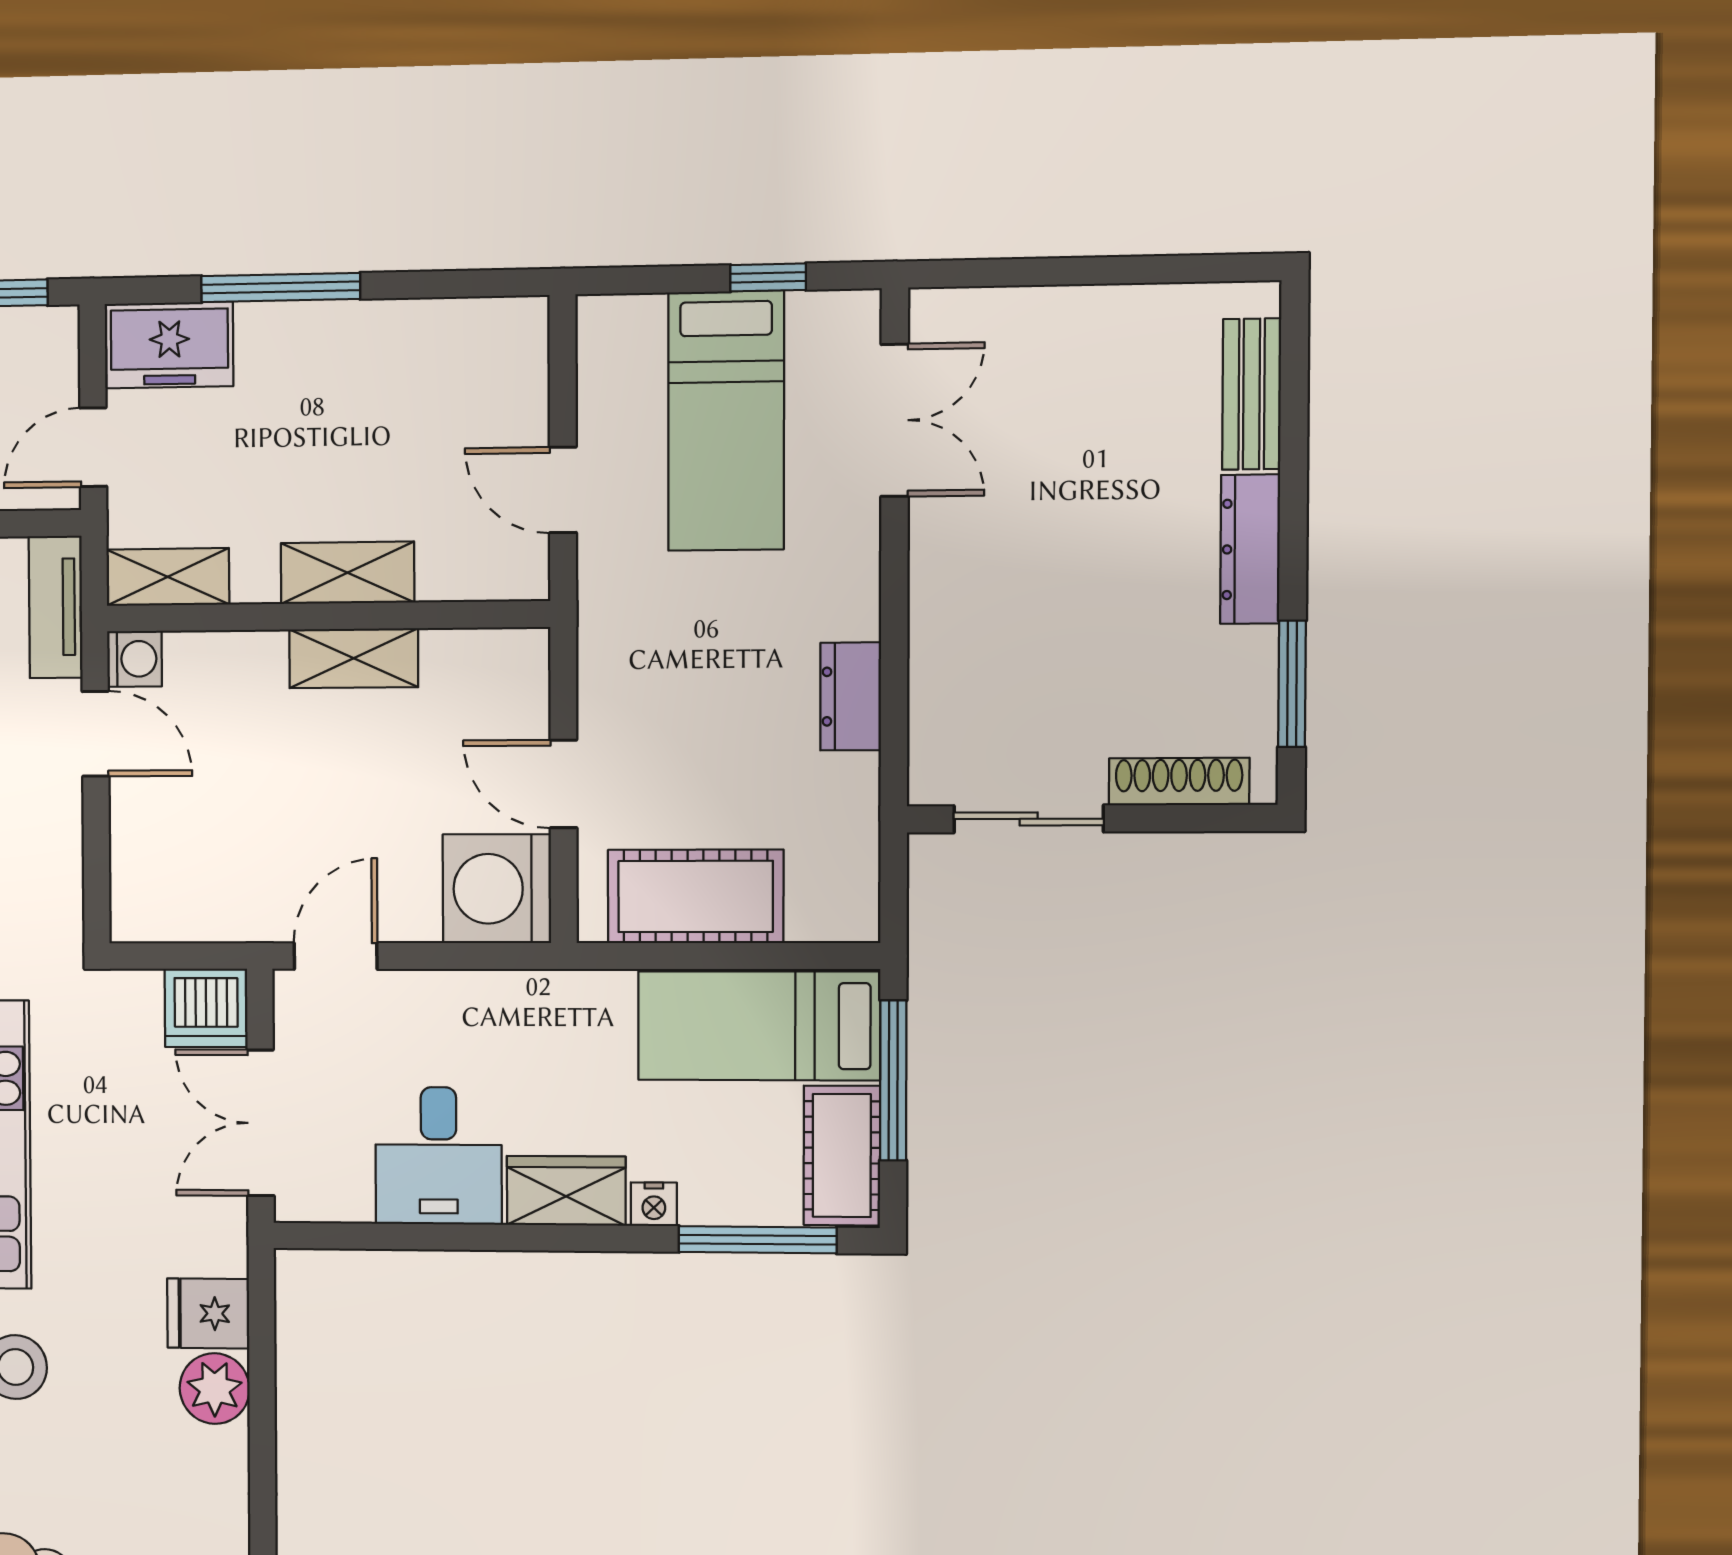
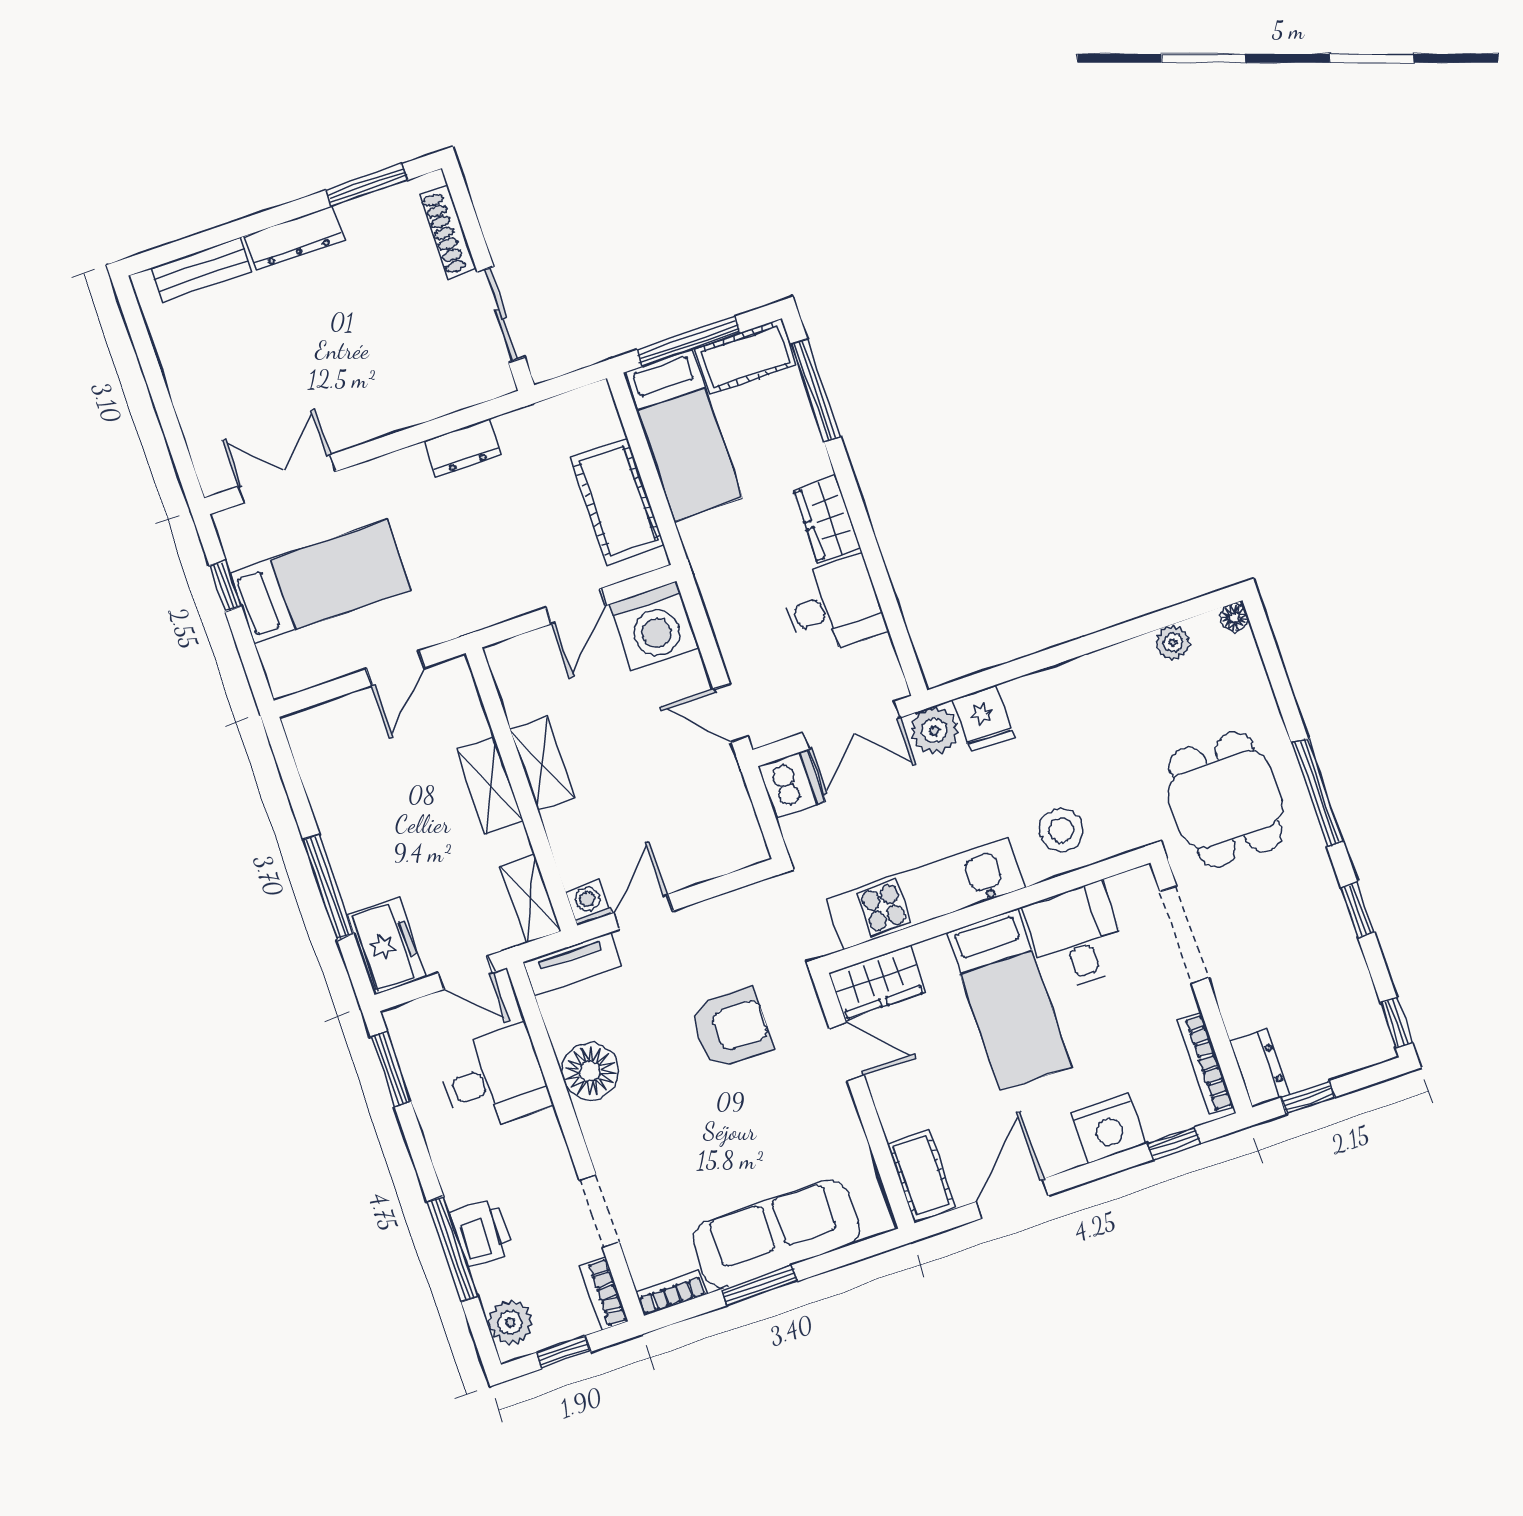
nightstand: (654, 1204) -> (816, 462), removed
plant: (215, 1389) -> (935, 731), moved

